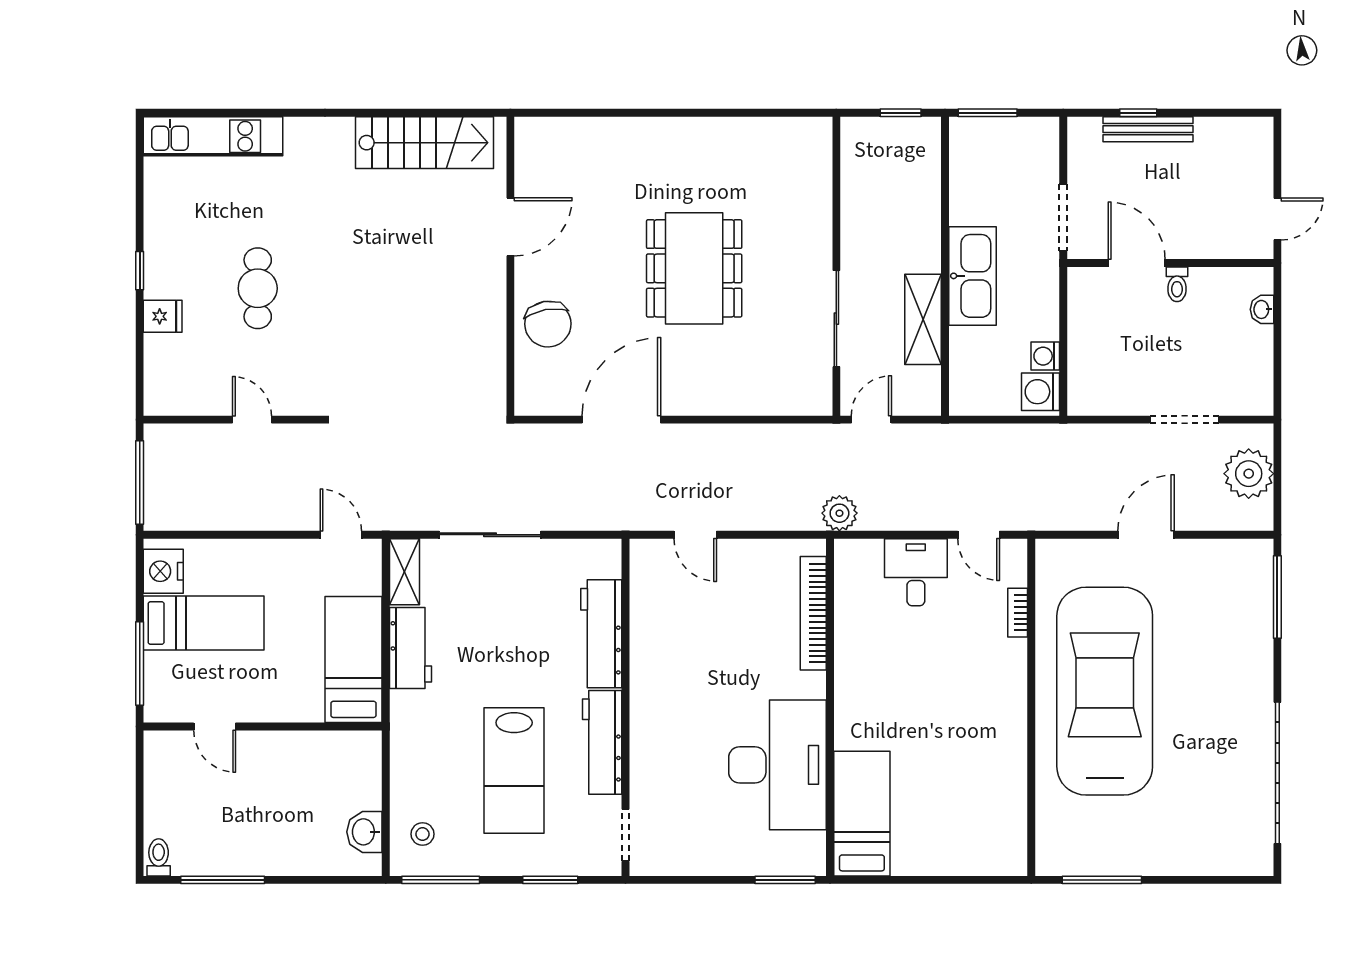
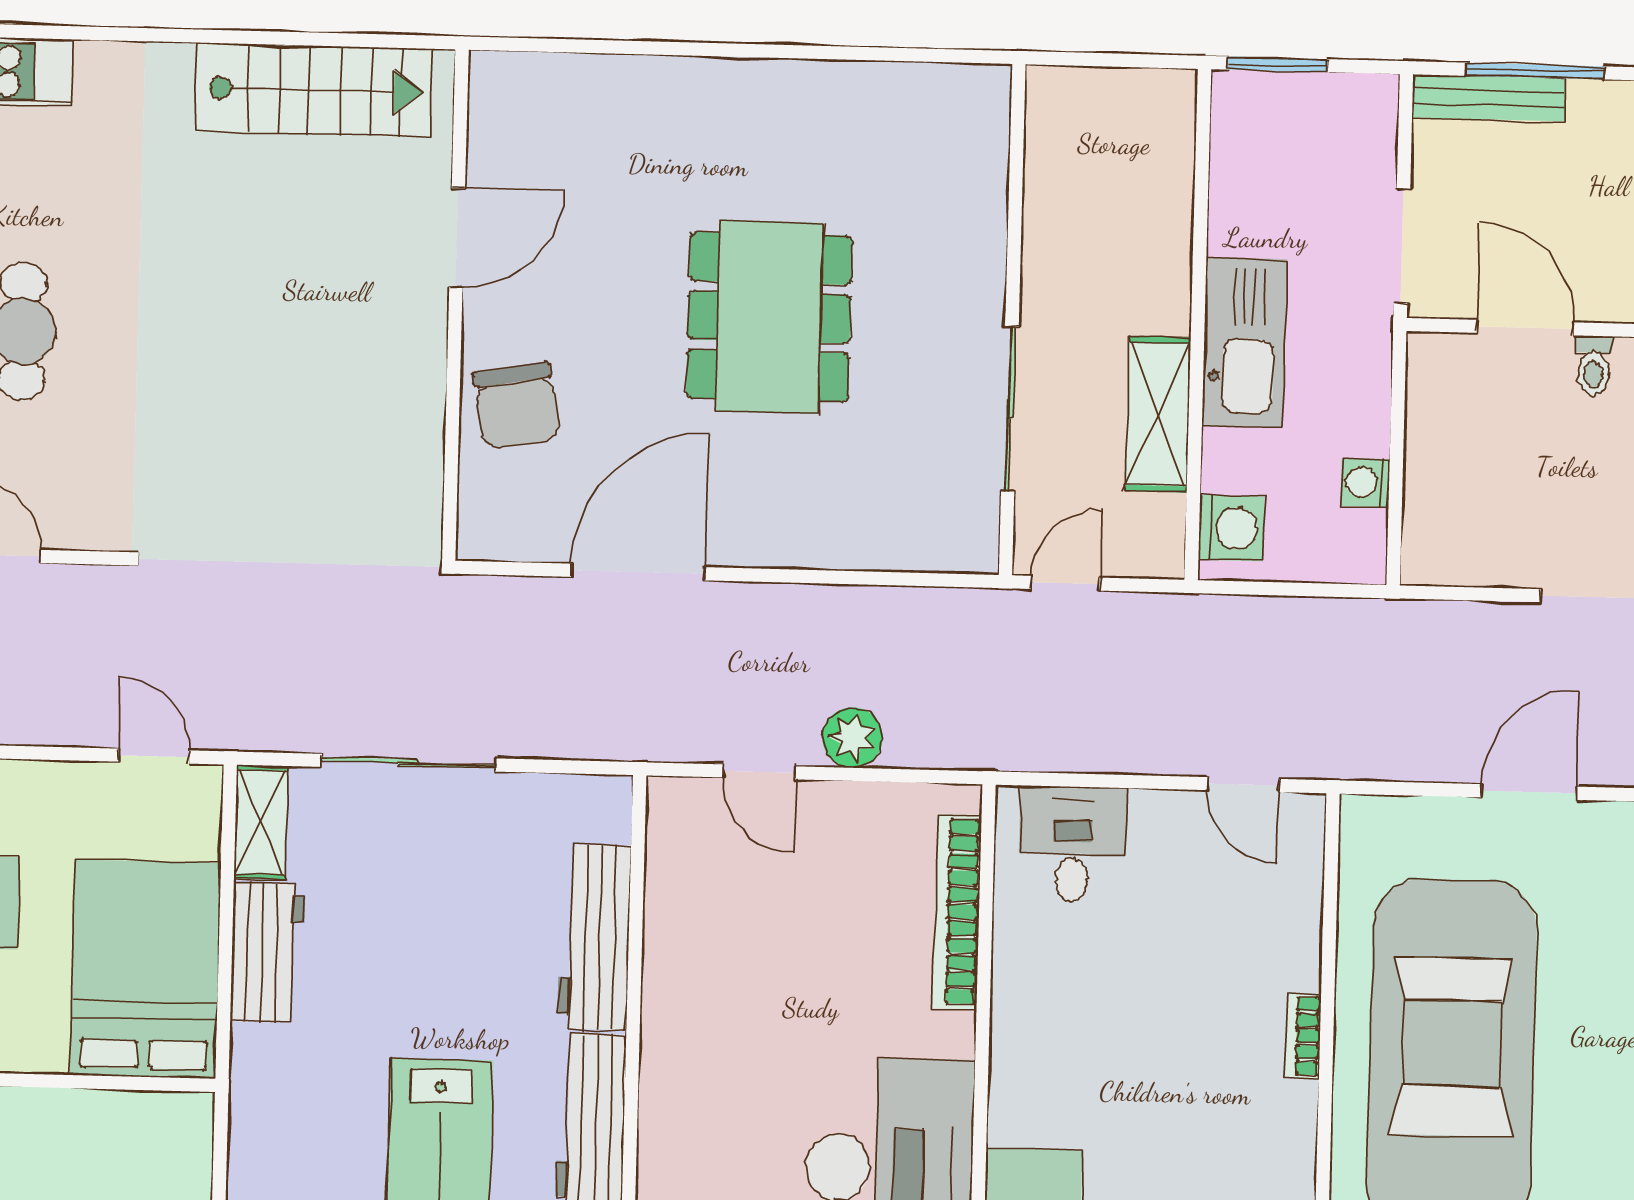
window: (901, 113) -> (1129, 60), removed
window: (1138, 113) -> (1535, 71), width x2.17
bench: (1148, 129) -> (1489, 98), moved
washing machine: (1040, 392) -> (1231, 528), moved, turned 180
plant: (839, 513) -> (852, 738), moved
desk: (916, 572) -> (1072, 844), moved
bookcase: (1018, 613) -> (1303, 1036), moved
bed: (353, 659) -> (145, 969), width x1.50

